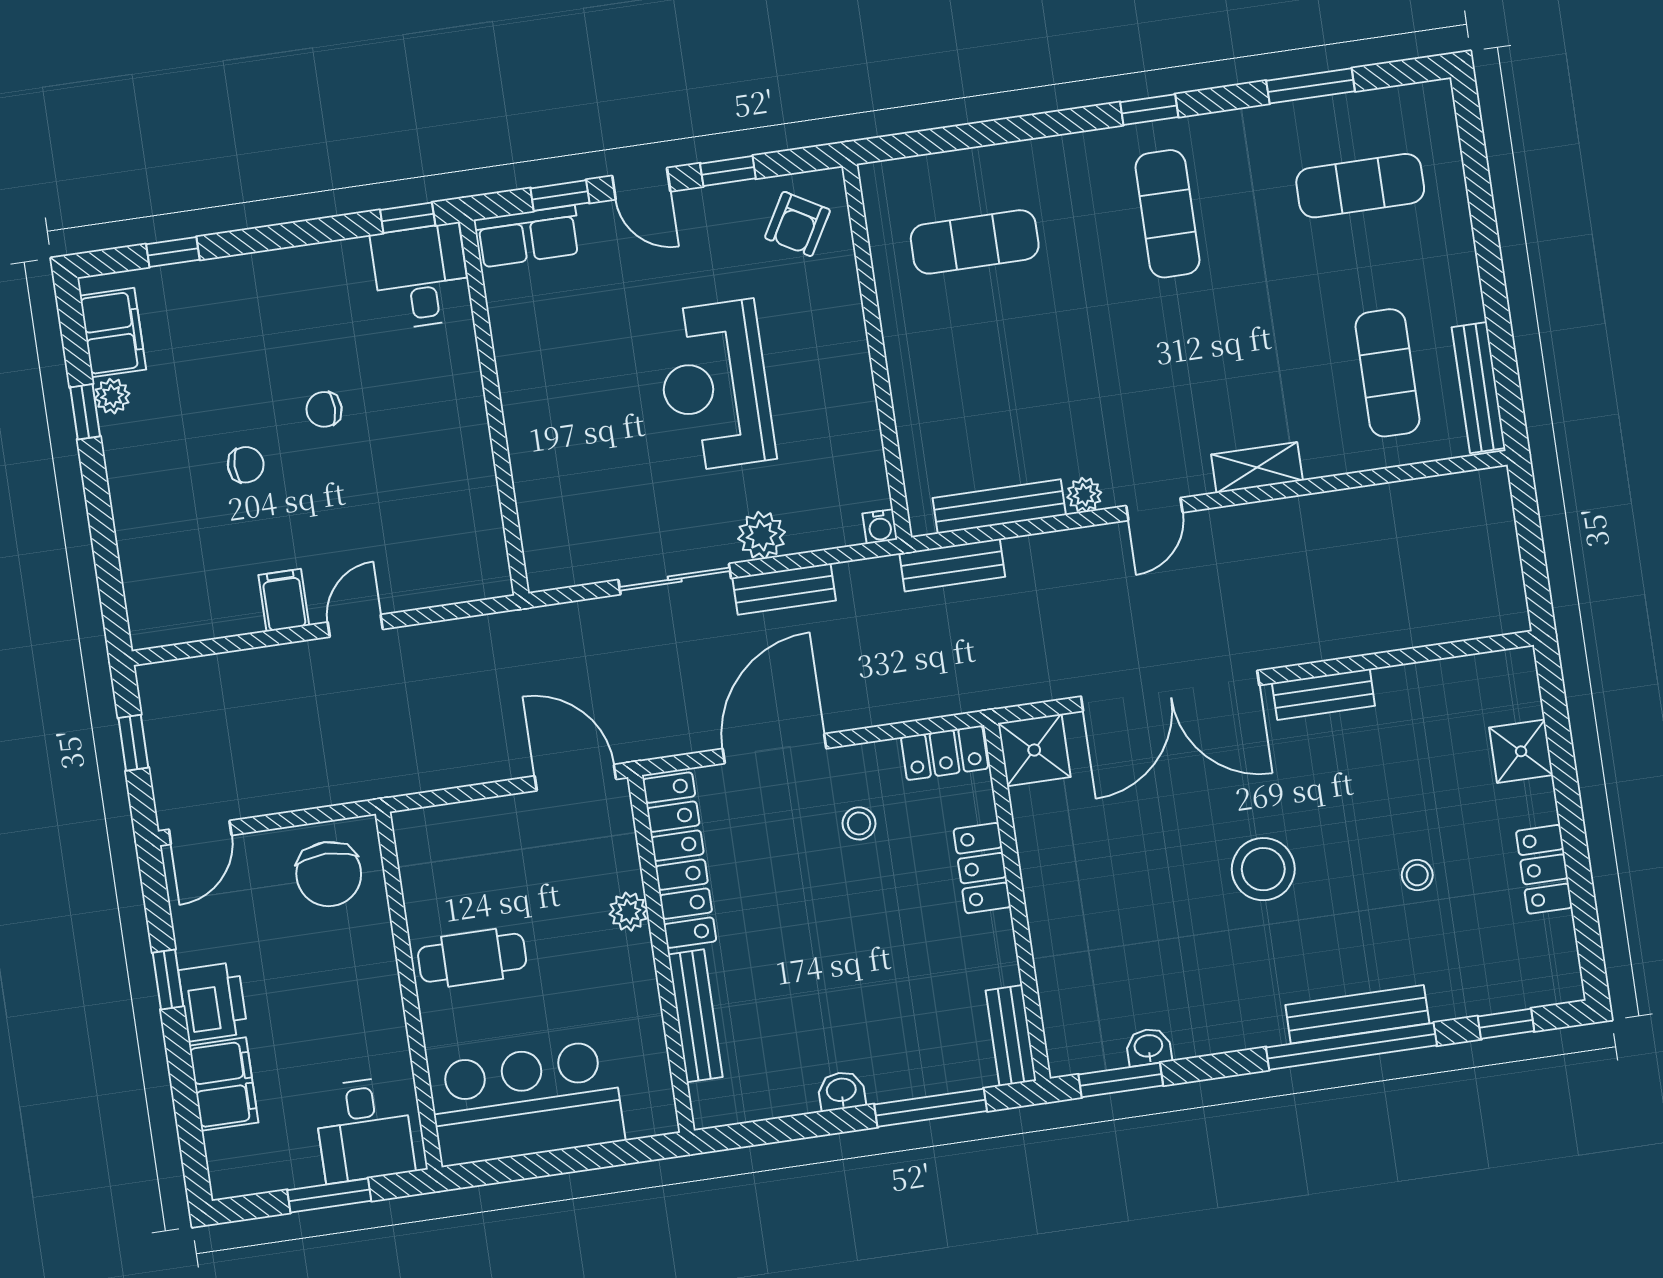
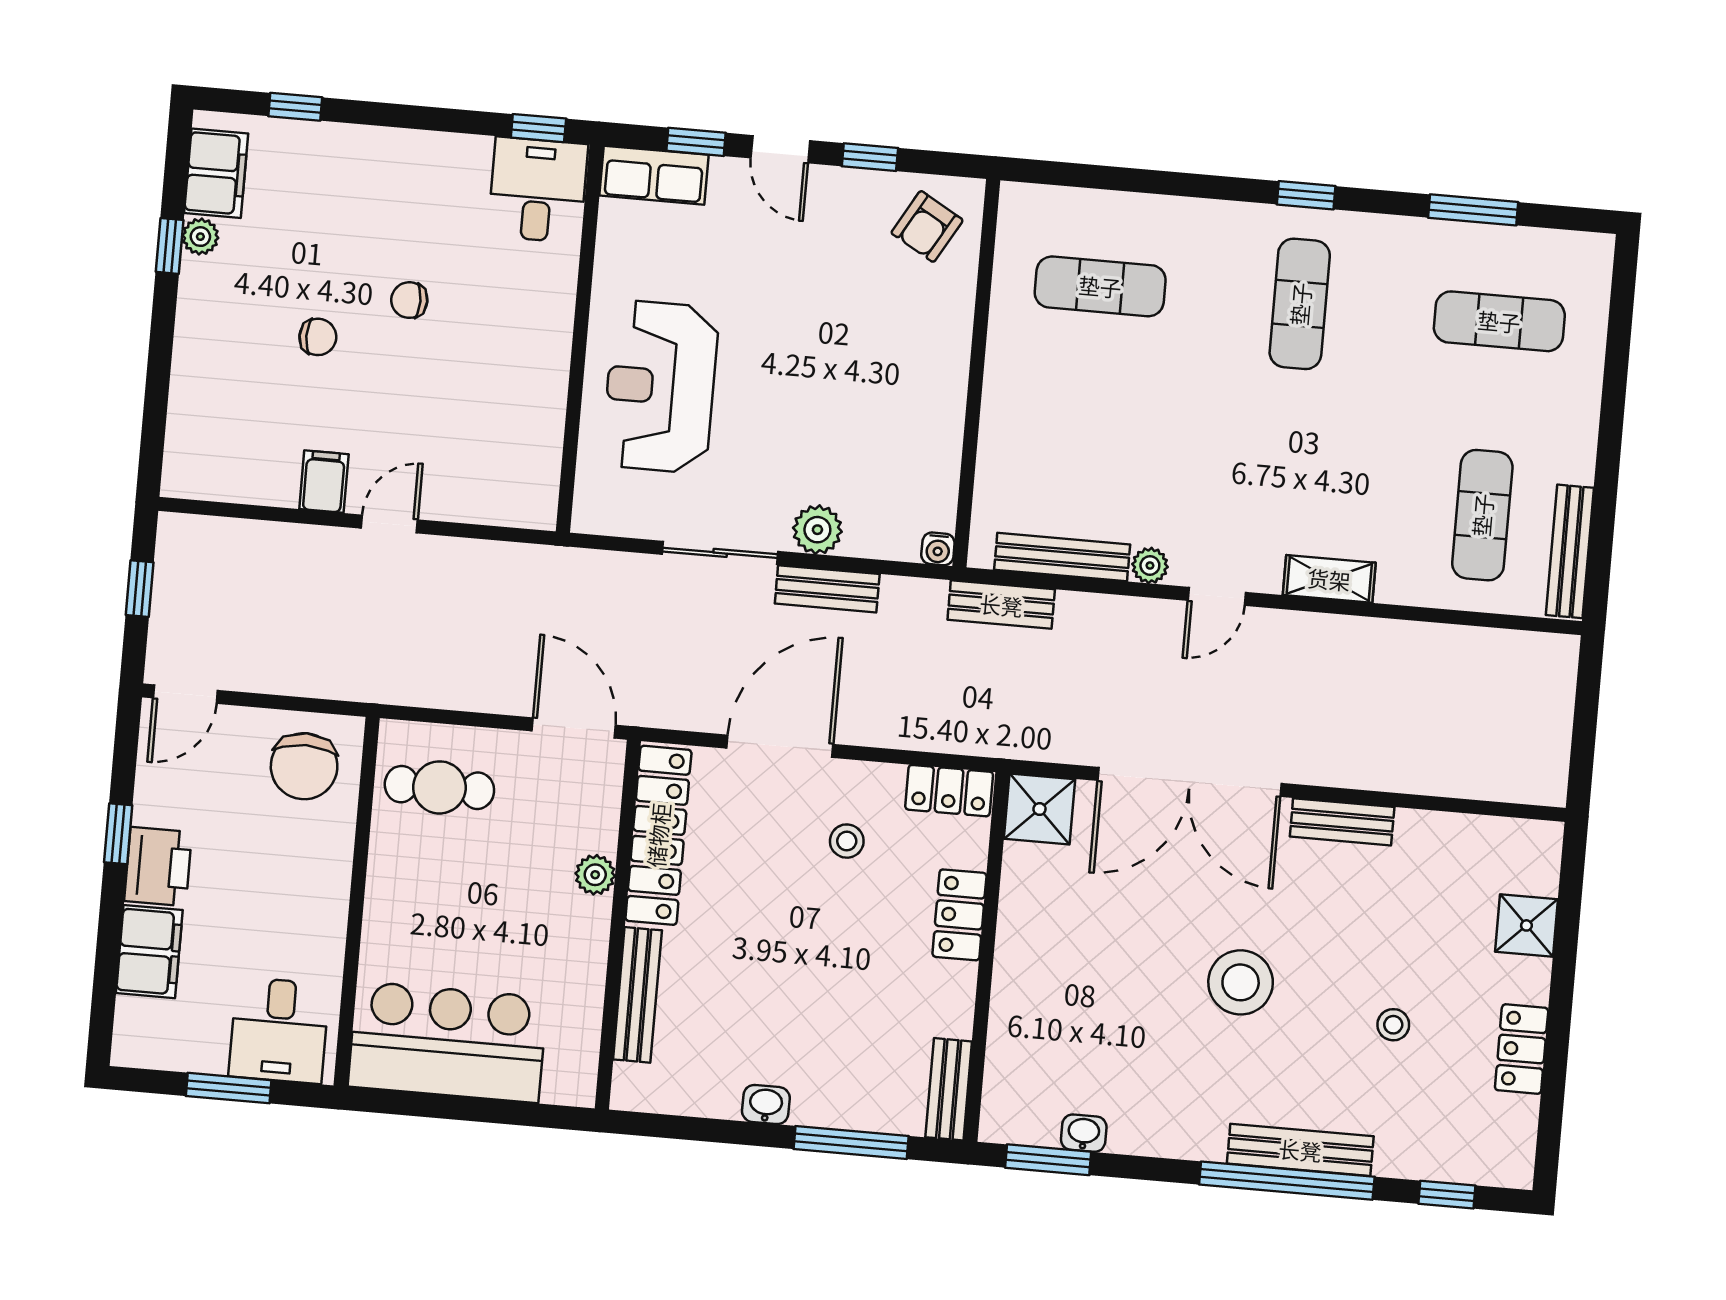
reception desk: (715, 386) -> (660, 387), moved
cafe table: (472, 958) -> (439, 787), moved

